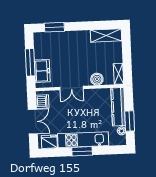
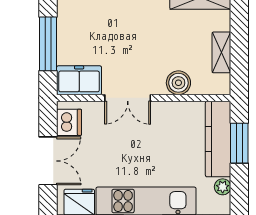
freezer: (42, 71) -> (79, 80), moved, turned -90
shelving: (118, 74) -> (221, 52), moved
window: (130, 121) -> (239, 143), moved

